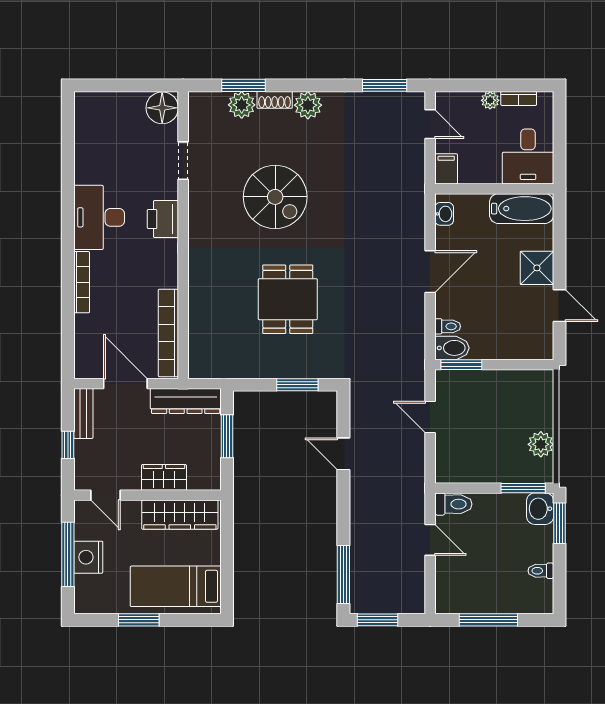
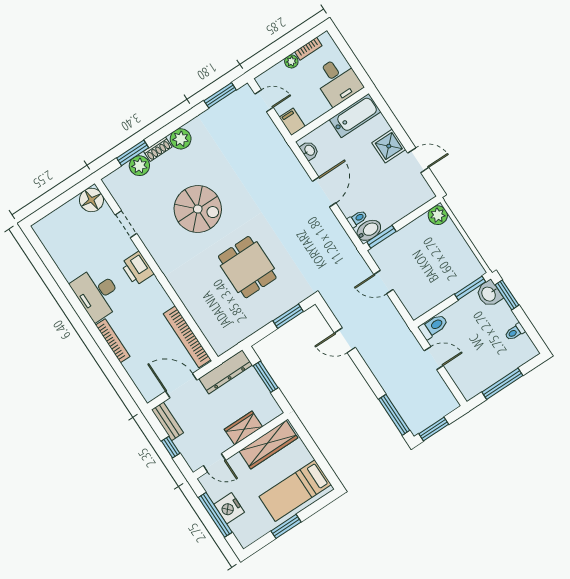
plant: (541, 444) -> (438, 215), moved

